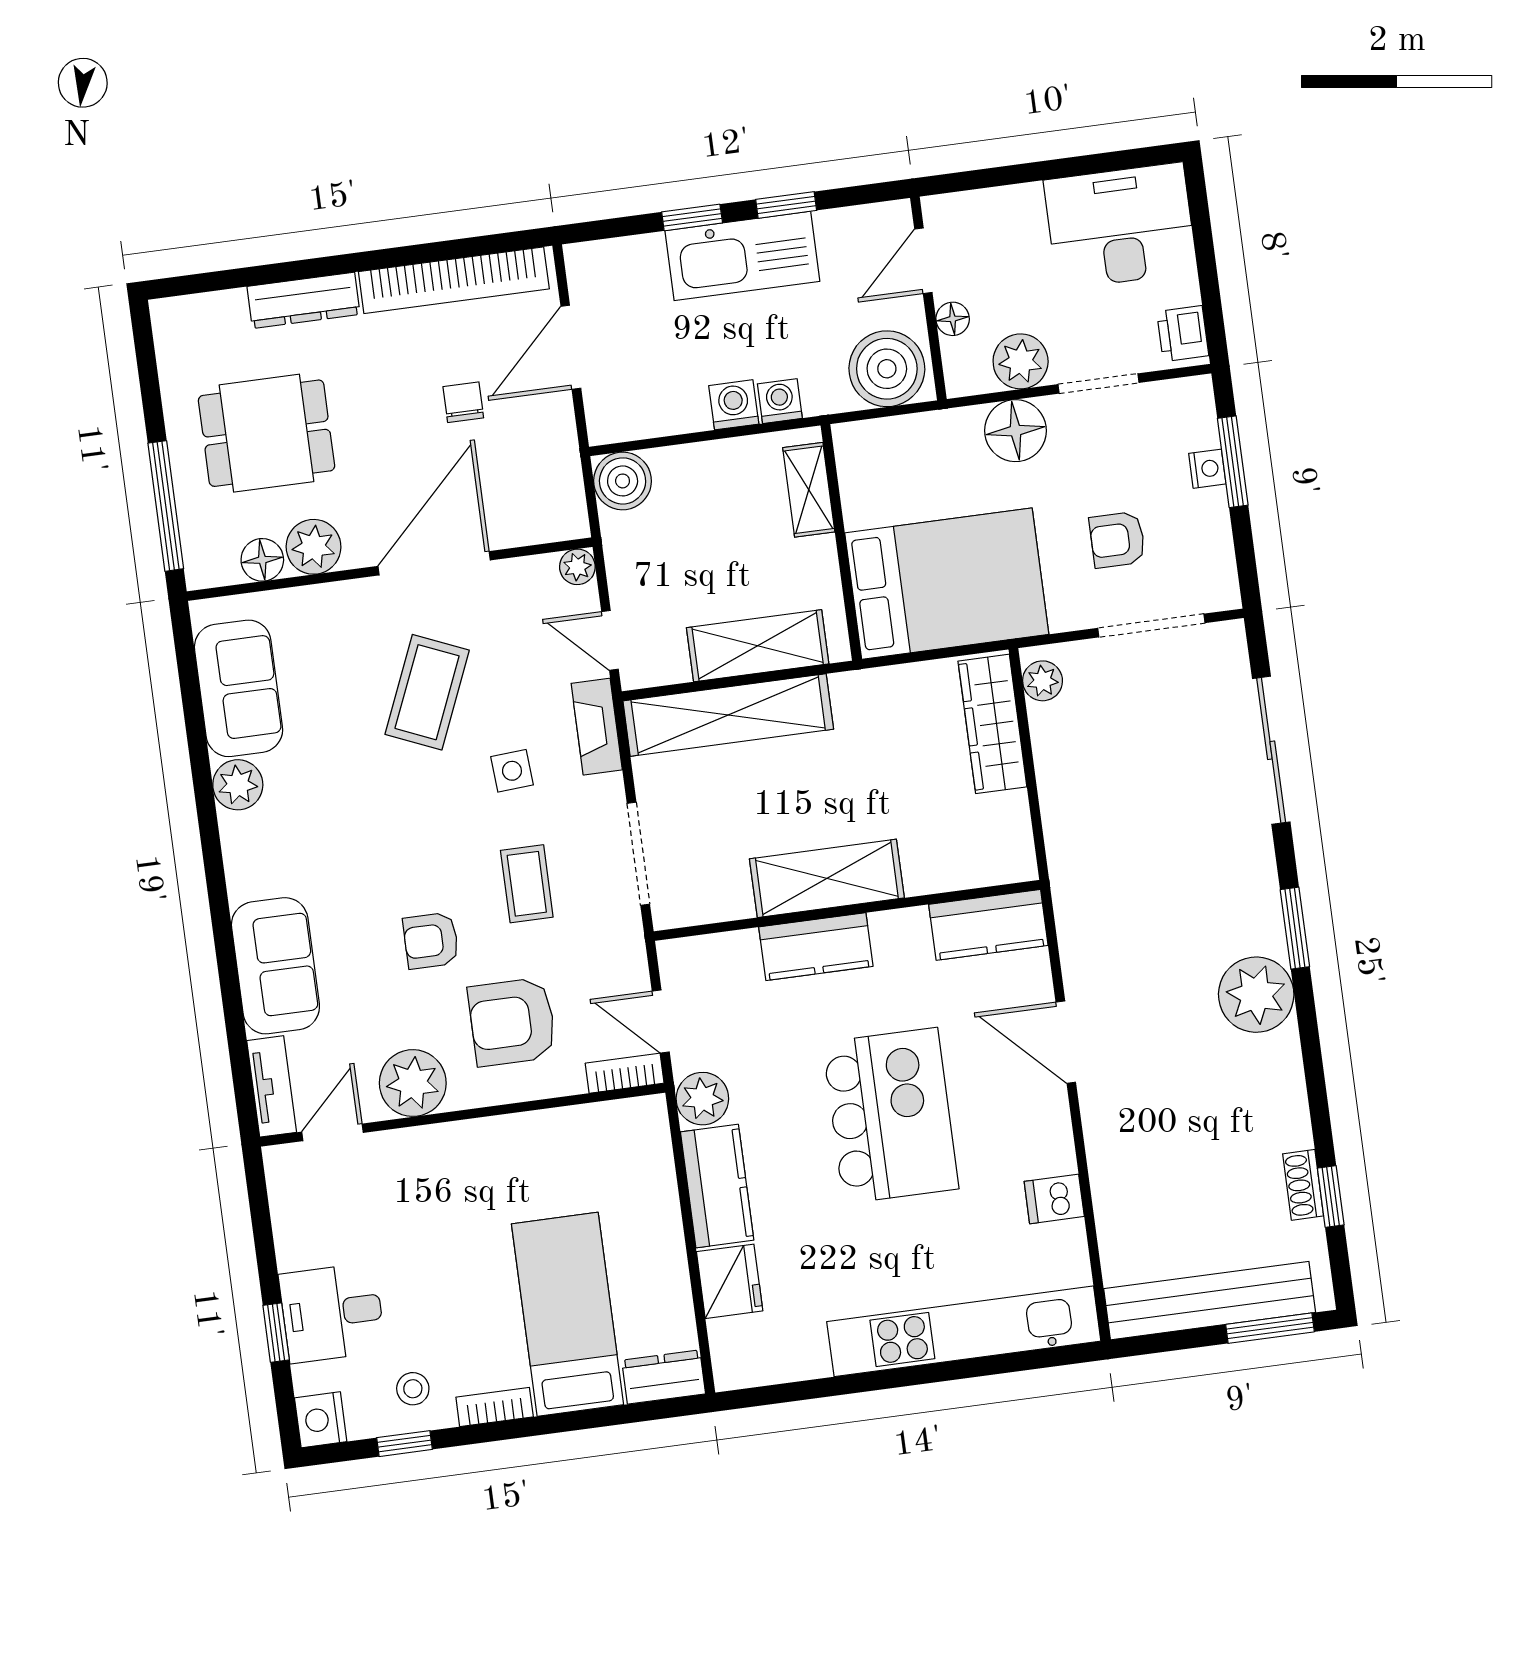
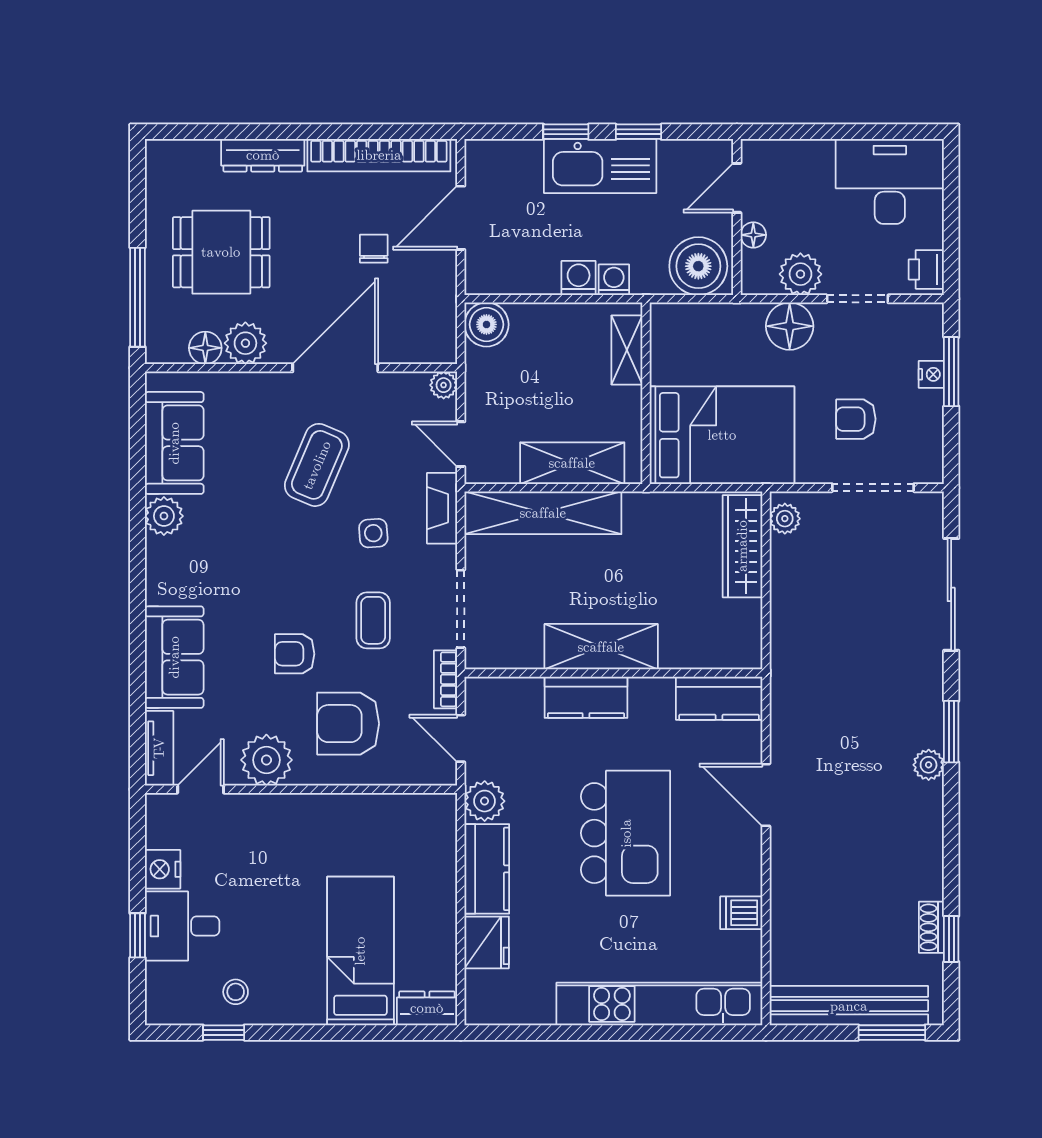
plant: (1256, 995) -> (929, 765), width x0.53, depth x0.53
bookcase: (625, 1073) -> (446, 679), moved, turned -90
bookcase: (495, 1407) -> (296, 1014), removed
nightstand: (321, 1420) -> (163, 869), moved

